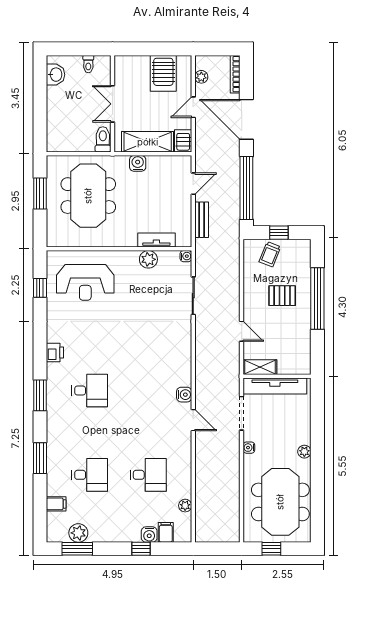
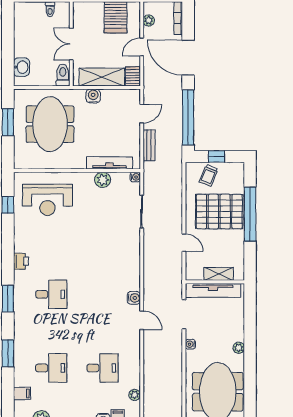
washbasin: (56, 75) -> (21, 67), moved
tv unit: (156, 240) -> (110, 163), width x1.41
pallet: (282, 296) -> (219, 212), width x2.05, depth x2.00
shelving: (260, 367) -> (219, 274), moved

